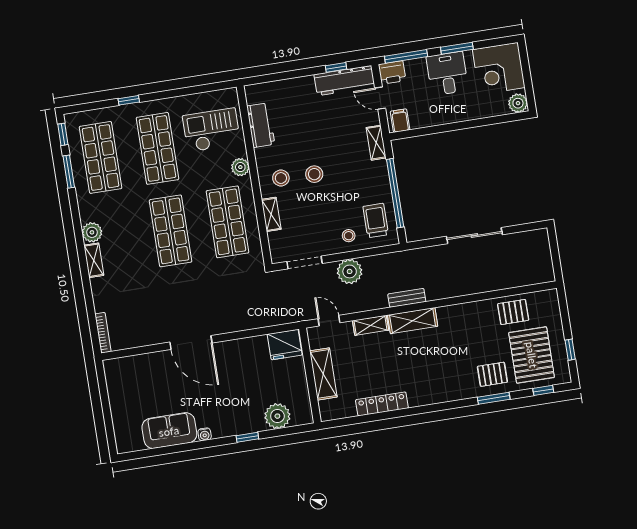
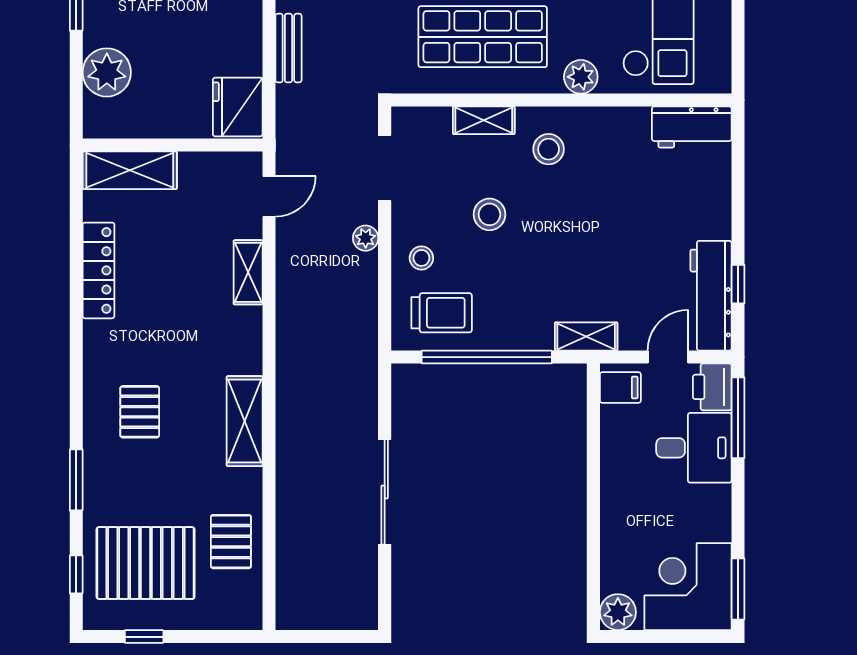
window: (457, 48) -> (738, 589), moved
desk: (447, 74) -> (694, 448), moved
workbench: (261, 125) -> (692, 127), moved
stool: (314, 174) -> (489, 214), moved
plant: (350, 271) -> (366, 238), width x0.53, depth x0.53
bench: (407, 298) -> (288, 48), moved
shelving: (413, 321) -> (245, 421), moved
shelving: (323, 374) -> (130, 170), moved
pallet: (492, 374) -> (140, 412), moved

